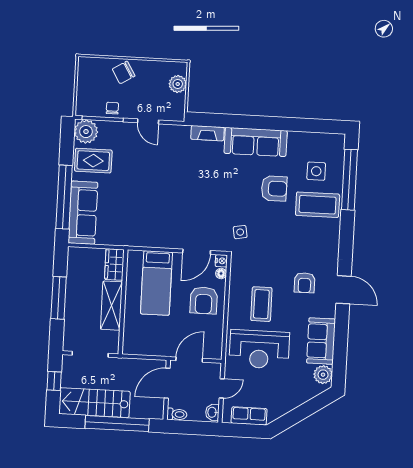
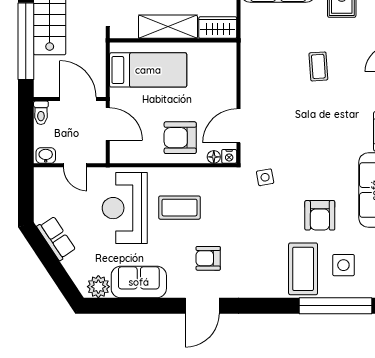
coffee table: (151, 183) -> (318, 66), added
door: (197, 252) -> (238, 126), hinge flipped
bed: (156, 283) -> (148, 70), moved, turned 180
row of seats: (249, 416) -> (56, 238), moved, turned -34

